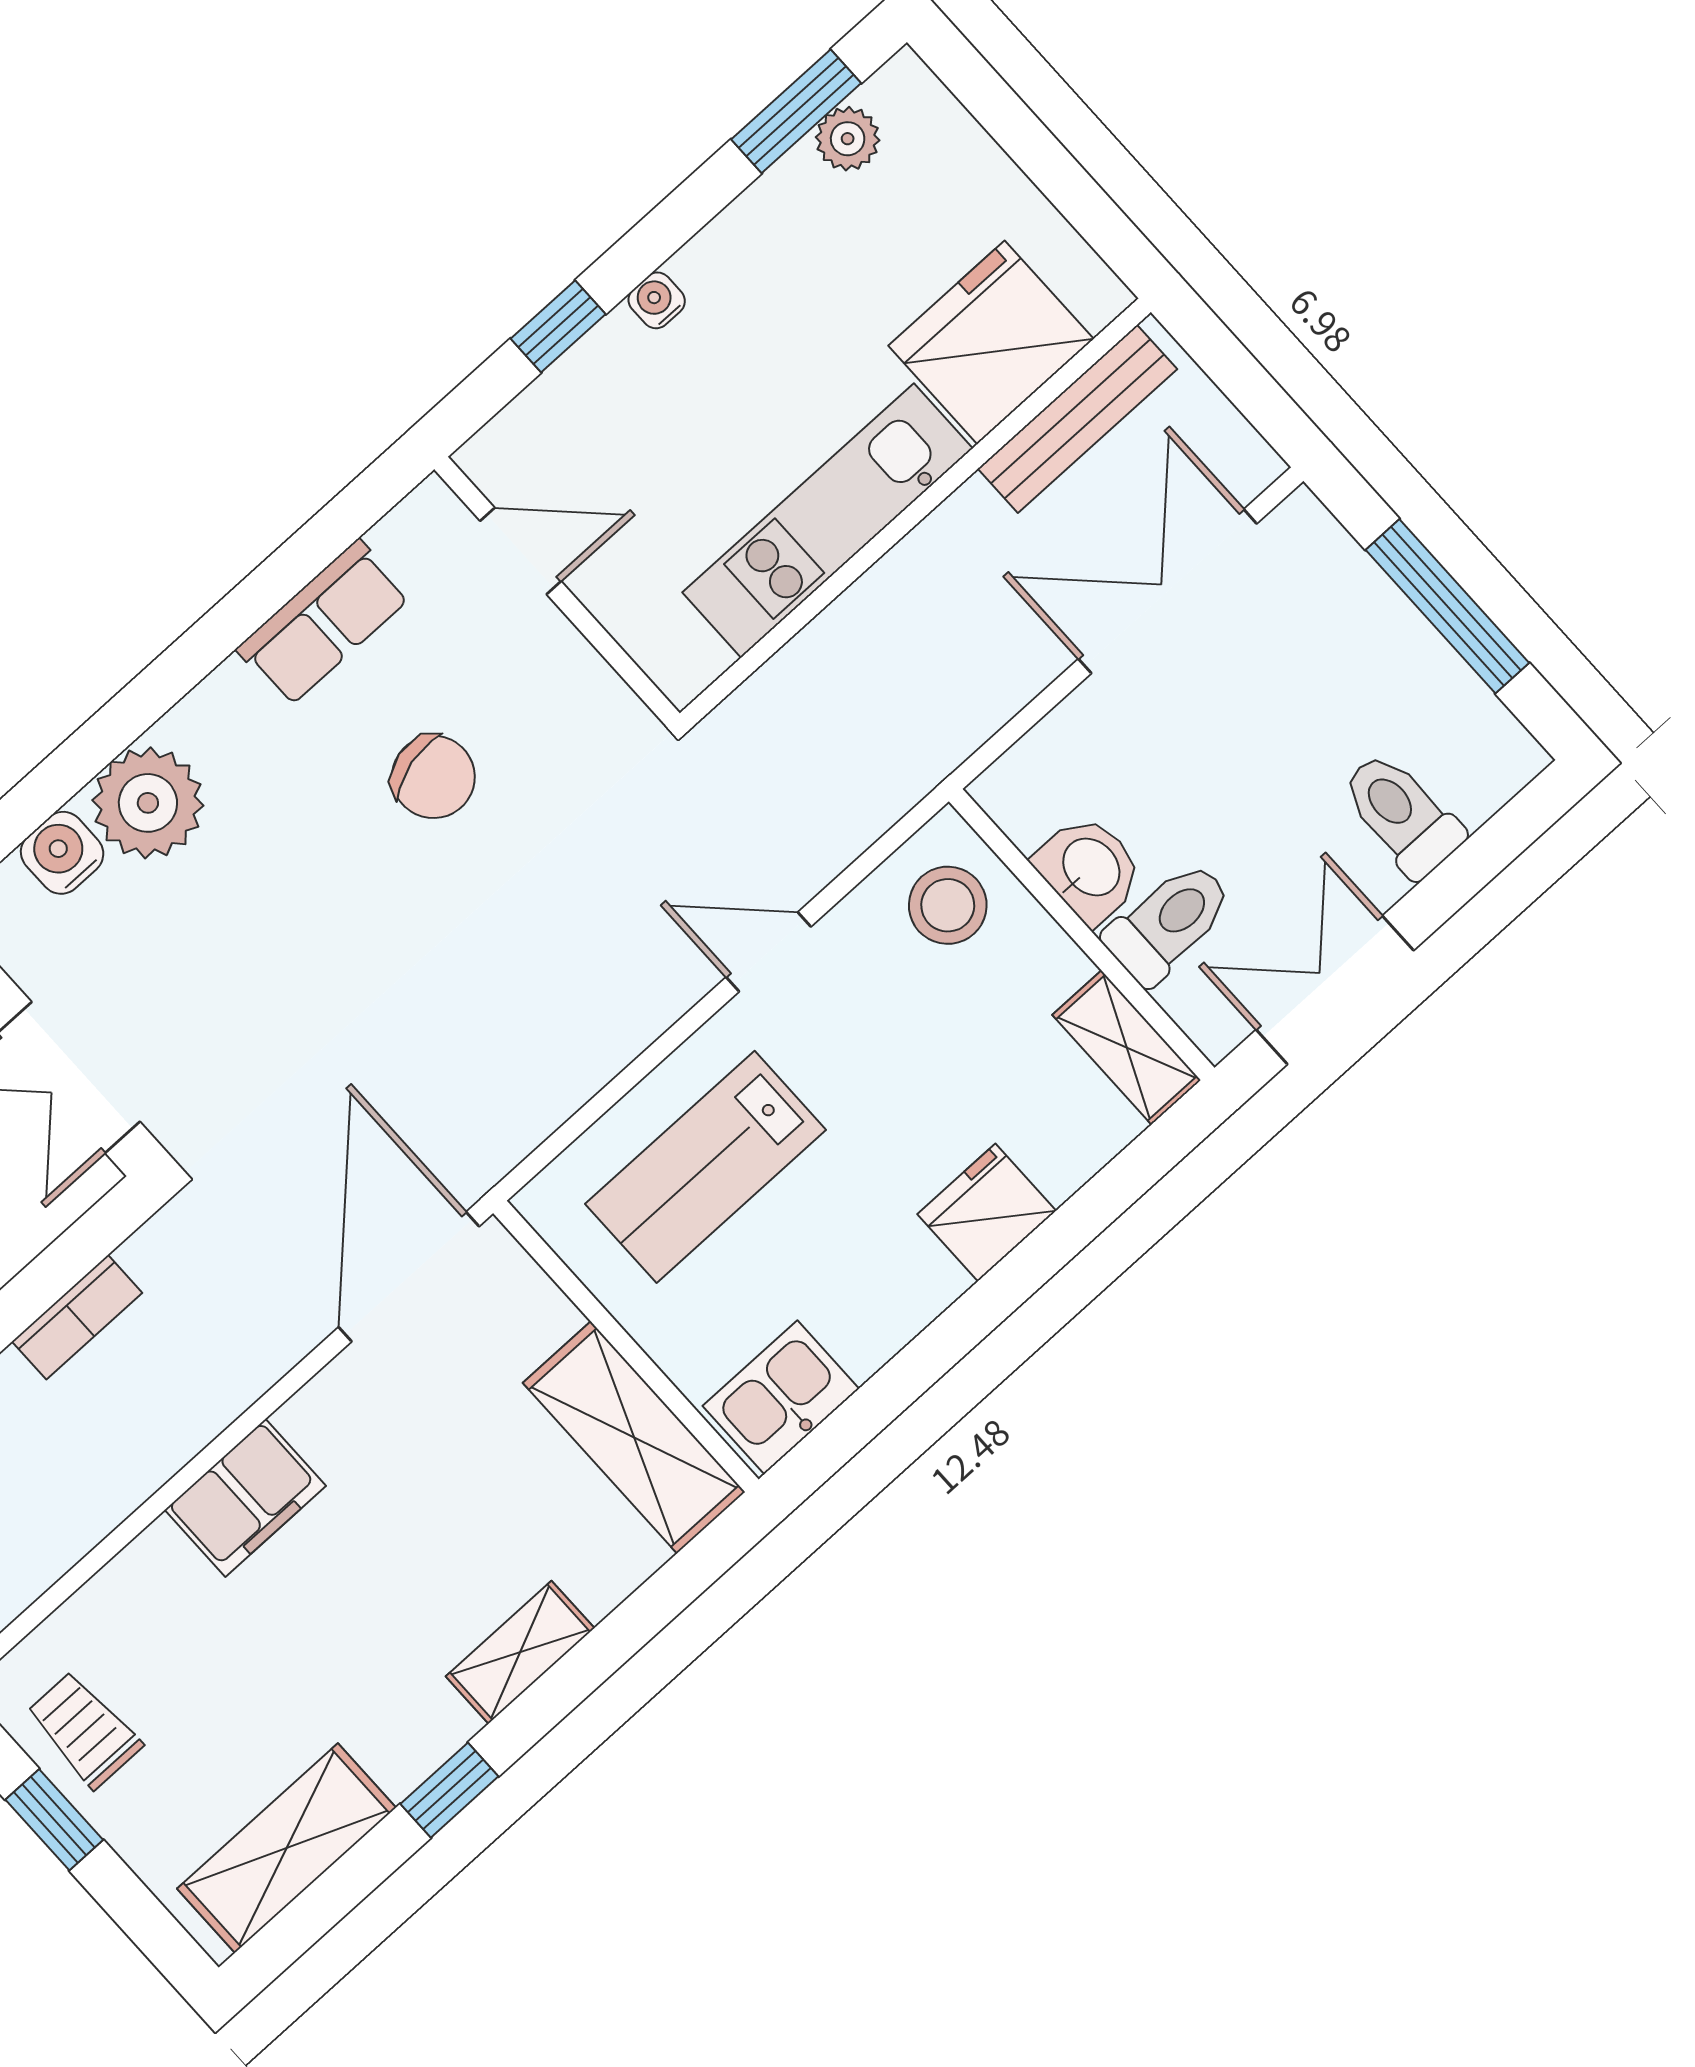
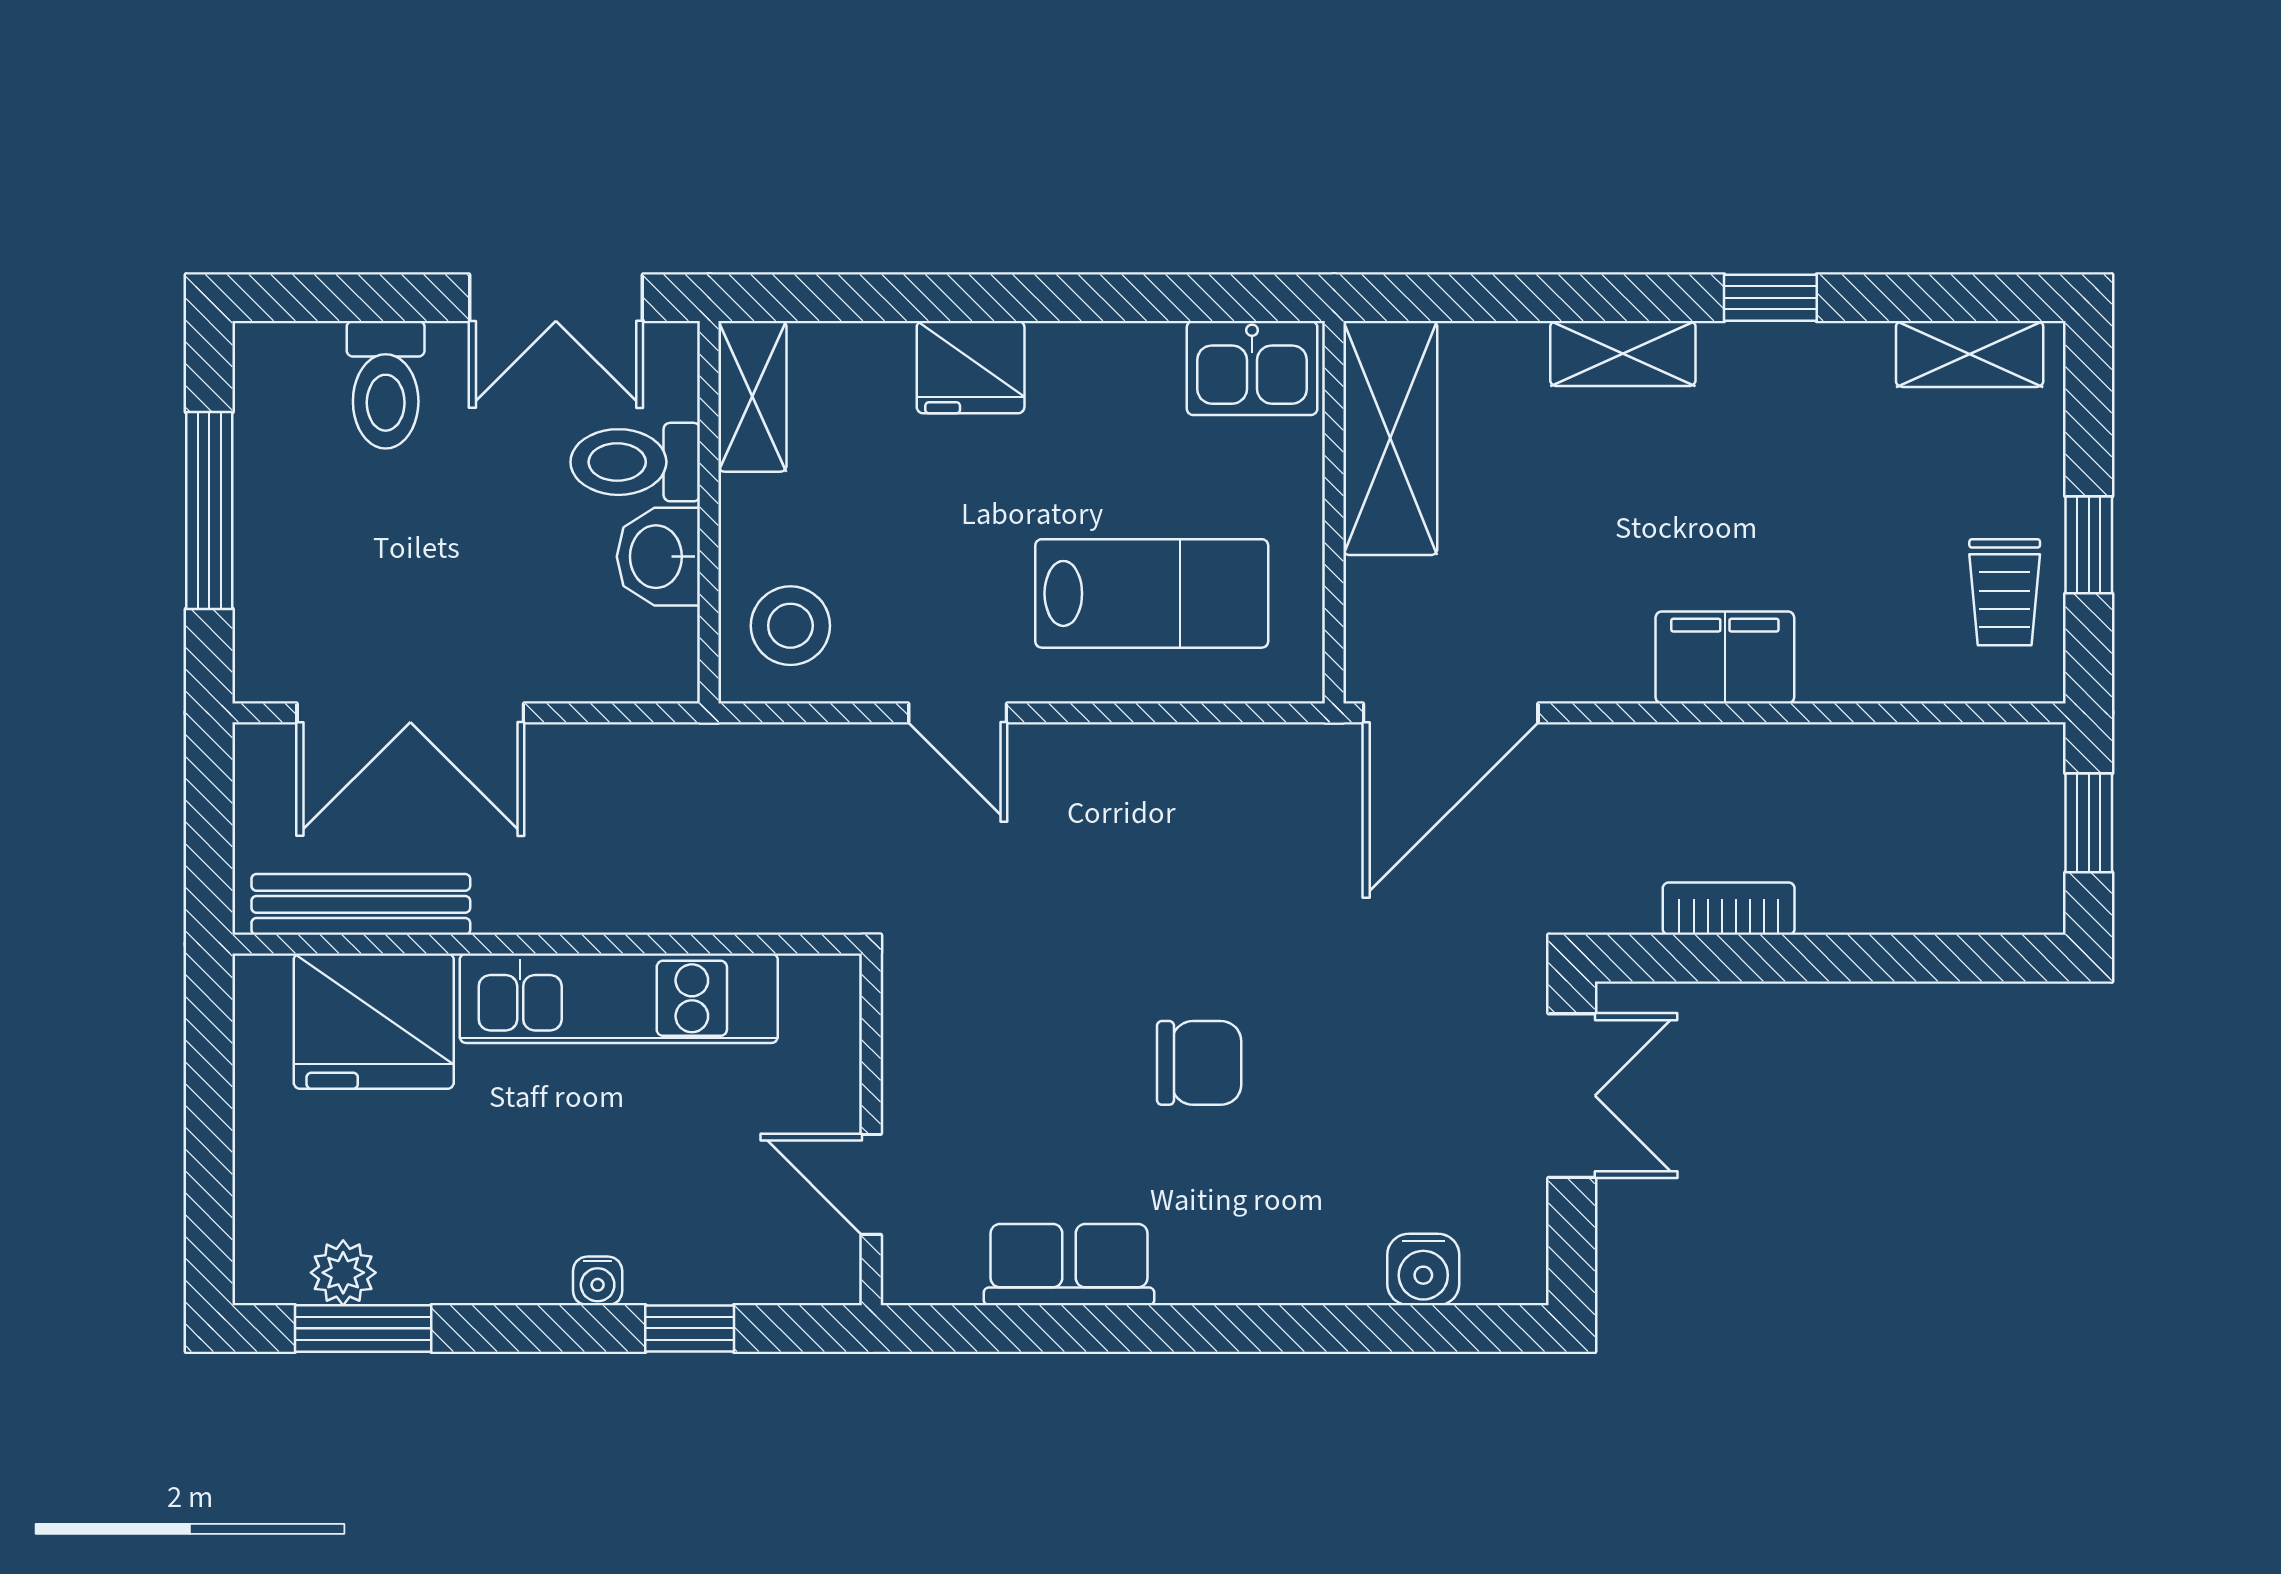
chair: (433, 777) -> (1199, 1063), moved, turned 104
plant: (148, 803) -> (1324, 1249), removed
shelving: (286, 1848) -> (1970, 354), width x0.67, depth x0.75

